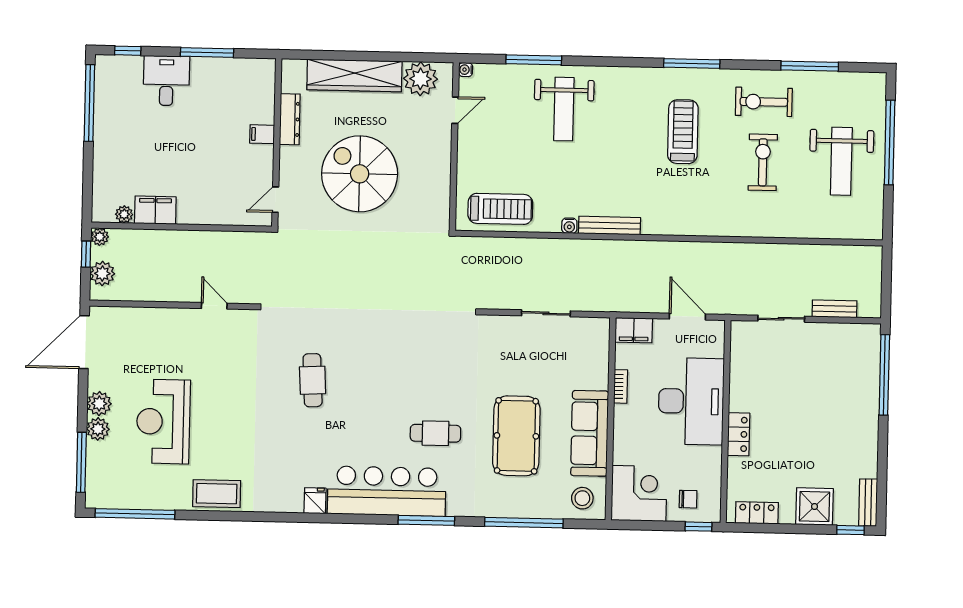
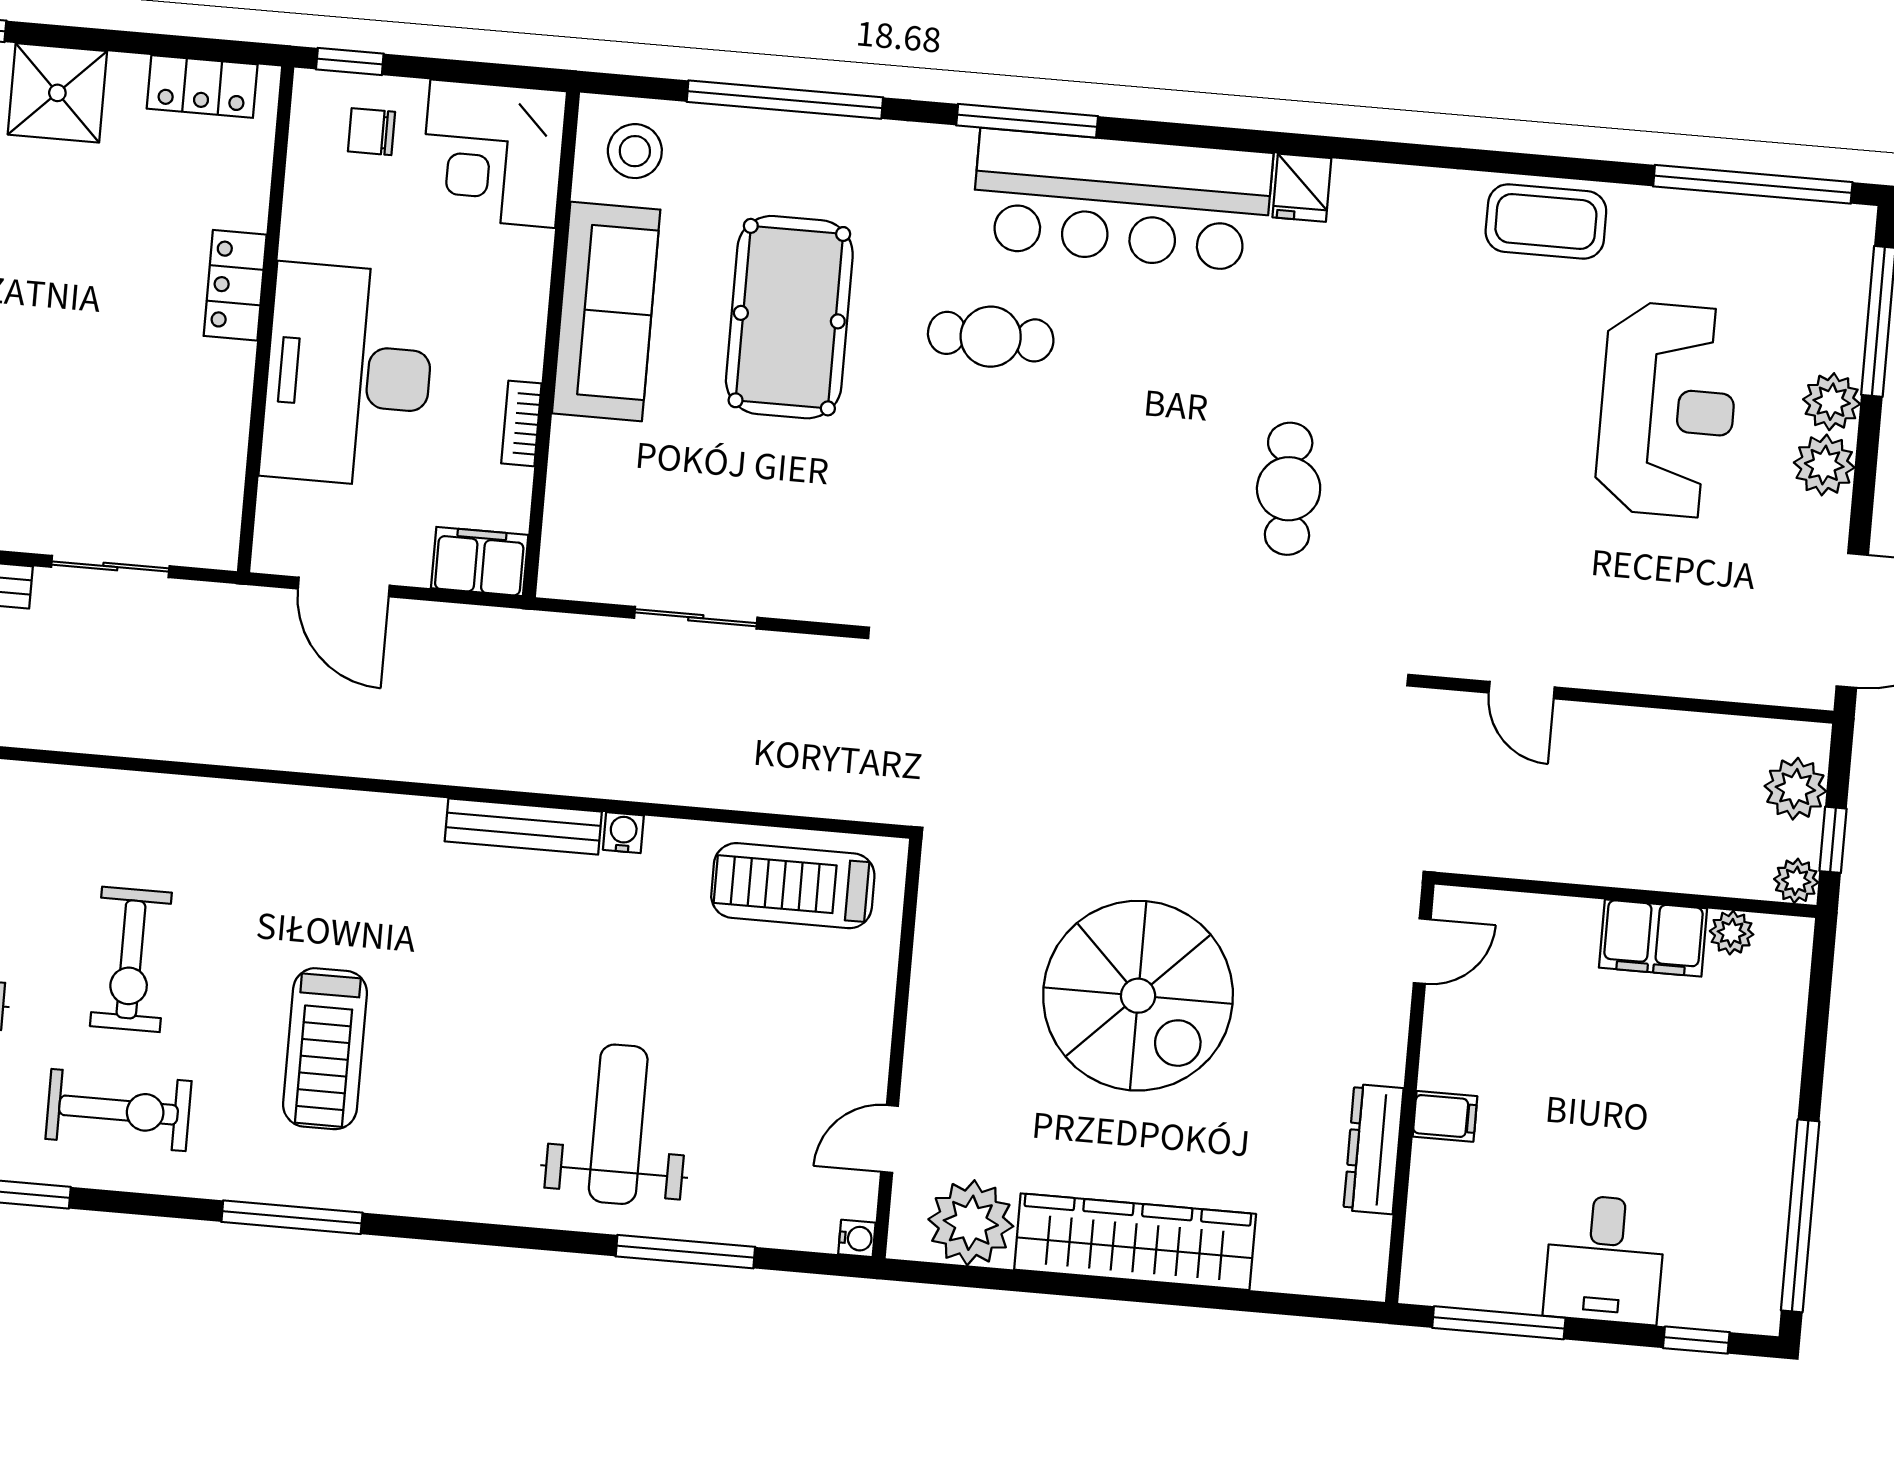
dresser: (290, 119) -> (1373, 1149), moved
filing cabinet: (262, 134) -> (1445, 1116), moved
wall: (277, 143) -> (1410, 1093), moved
door: (275, 200) -> (1422, 951), moved

